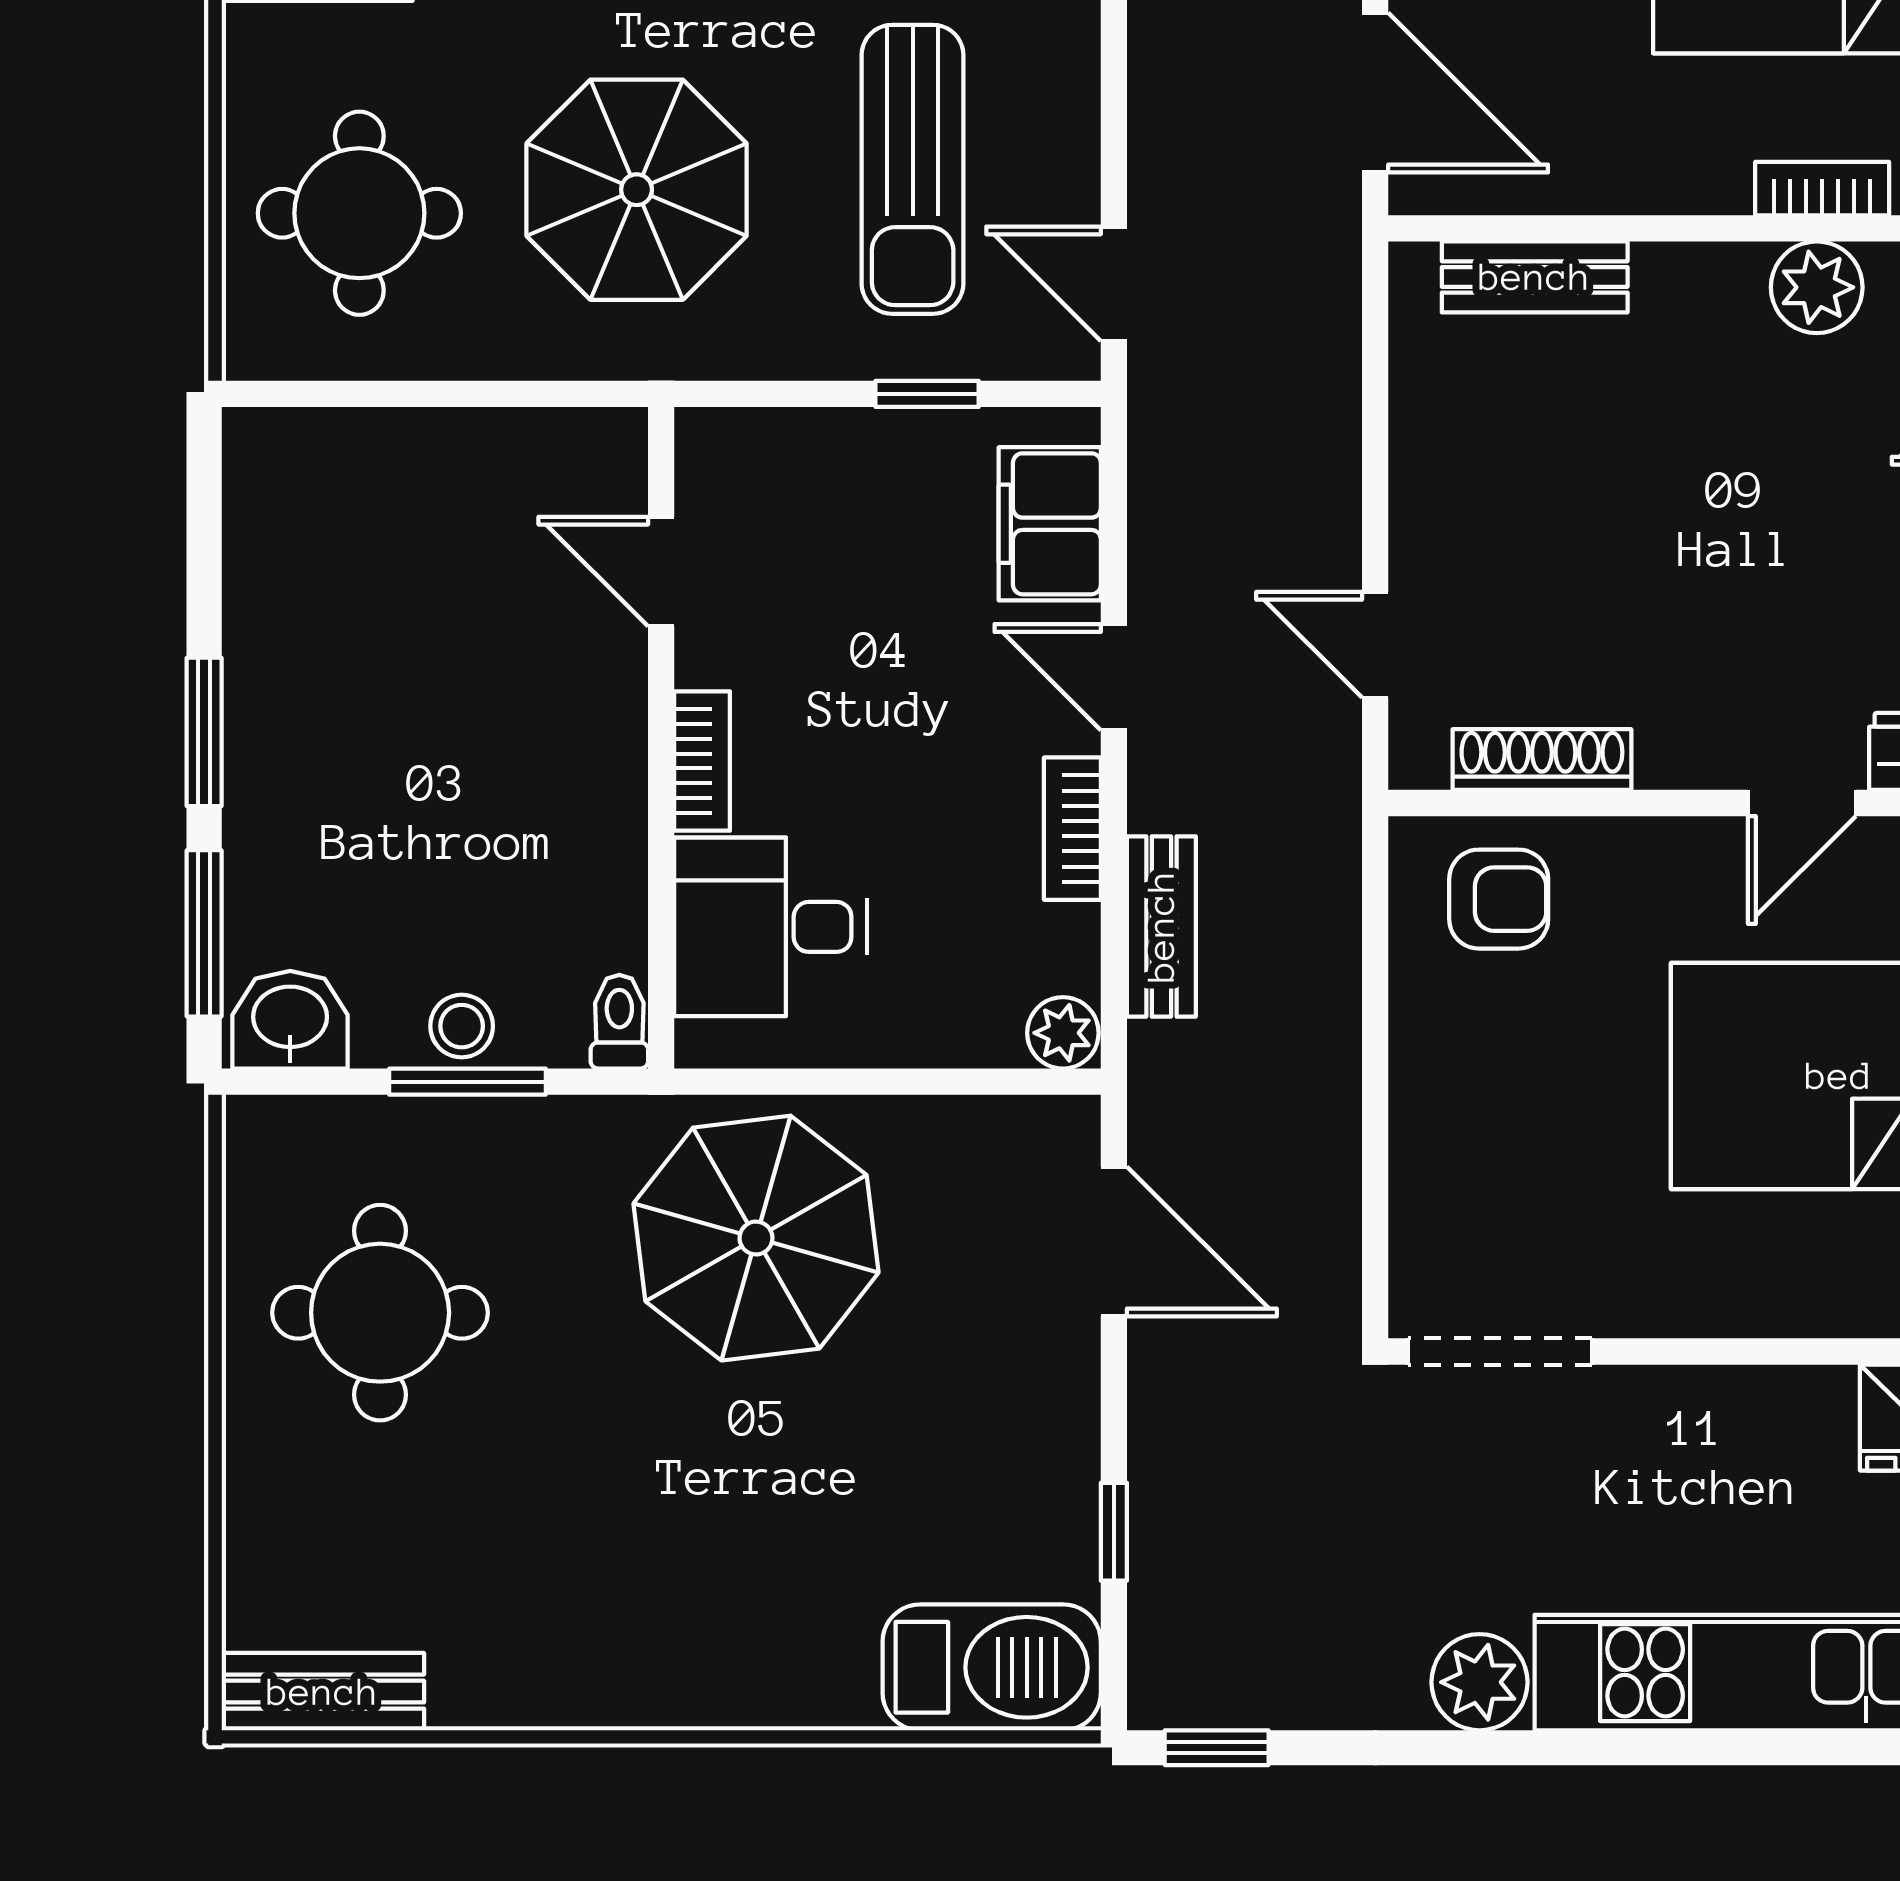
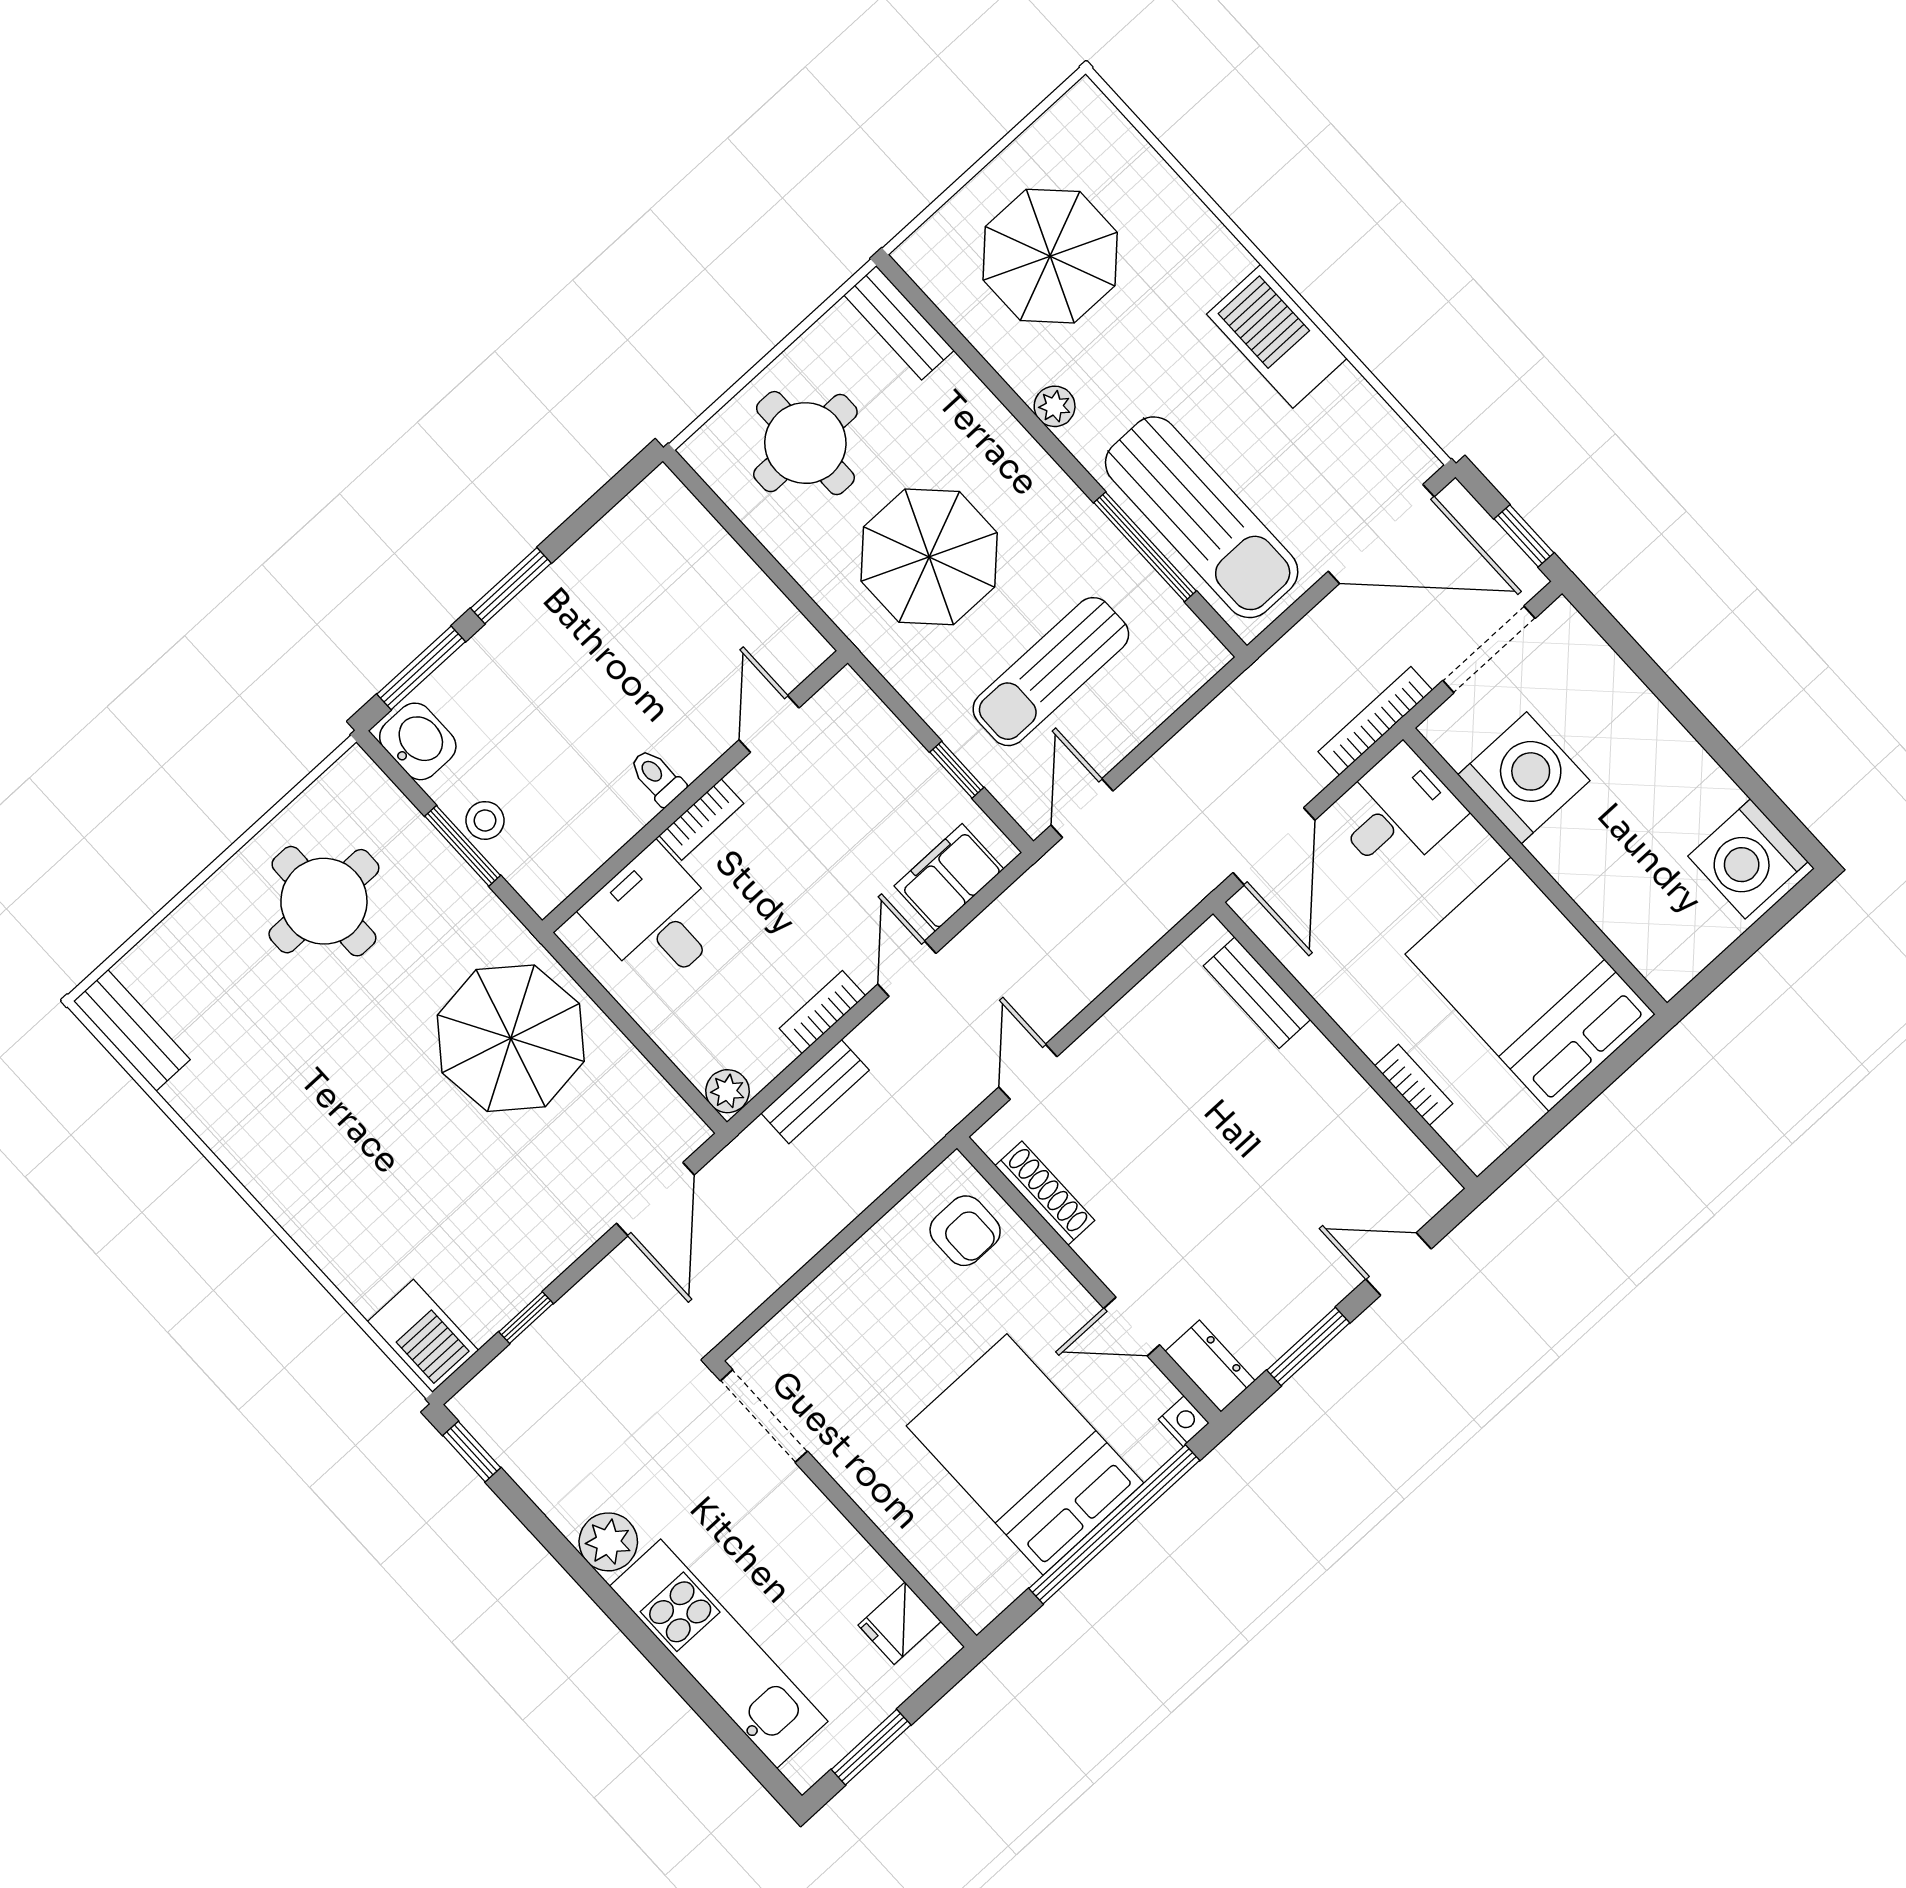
plant: (1817, 287) -> (1367, 1123), removed
toilet: (619, 1022) -> (657, 777), moved, turned -90
barbecue: (992, 1667) -> (423, 1336), width x0.73, depth x0.83

